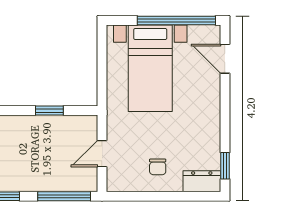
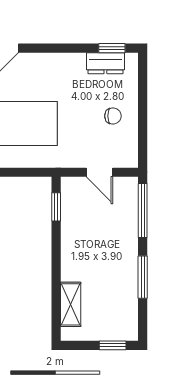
window: (49, 111) -> (56, 207), moved
dresser: (202, 181) -> (105, 63), moved, turned -90

